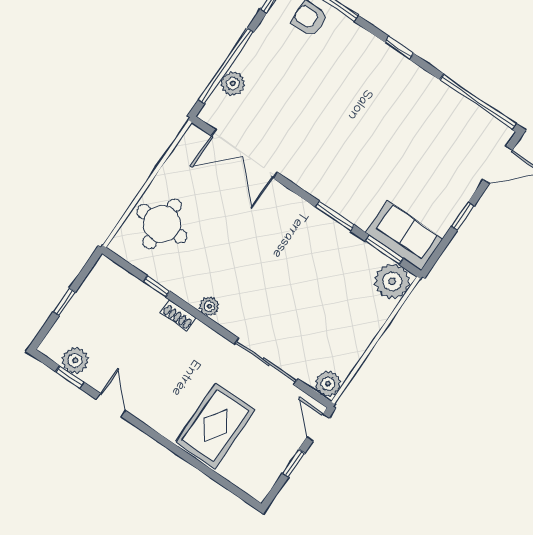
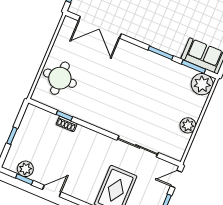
plant: (209, 306) -> (98, 121), removed
shoe rack: (178, 315) -> (67, 124), moved
plant: (328, 384) -> (188, 125), moved
door: (111, 405) -> (52, 191), hinge flipped
door: (318, 428) -> (176, 179), hinge flipped

